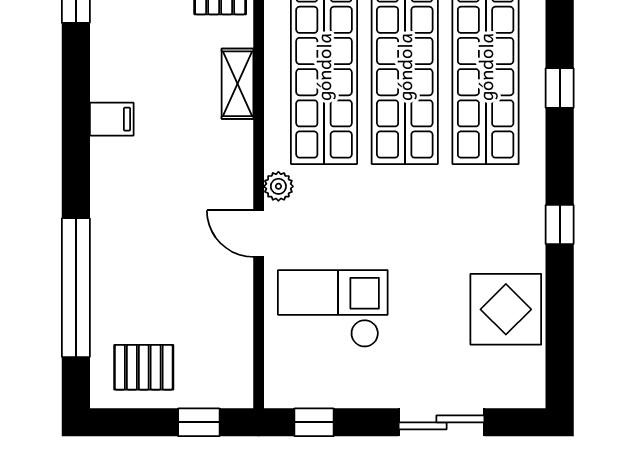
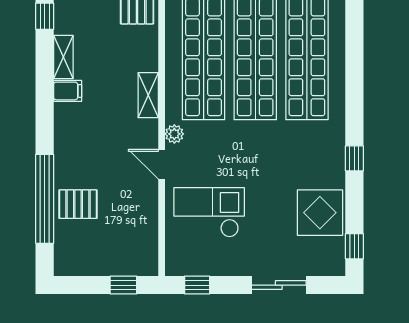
shelving: (105, 66) -> (63, 57), added
shelving: (238, 84) -> (148, 95), moved
window: (560, 88) -> (354, 246), moved
pallet: (144, 367) -> (78, 204), moved

